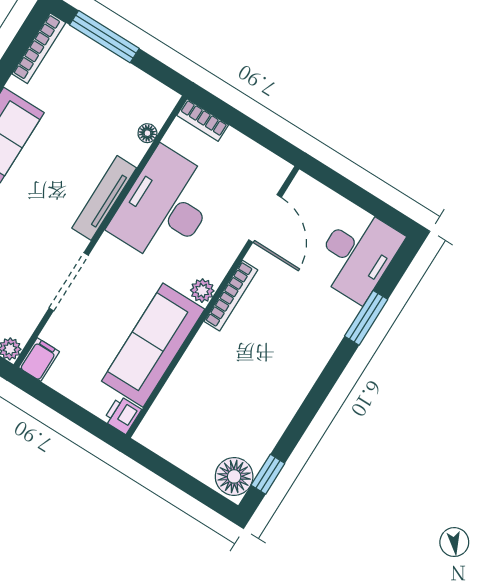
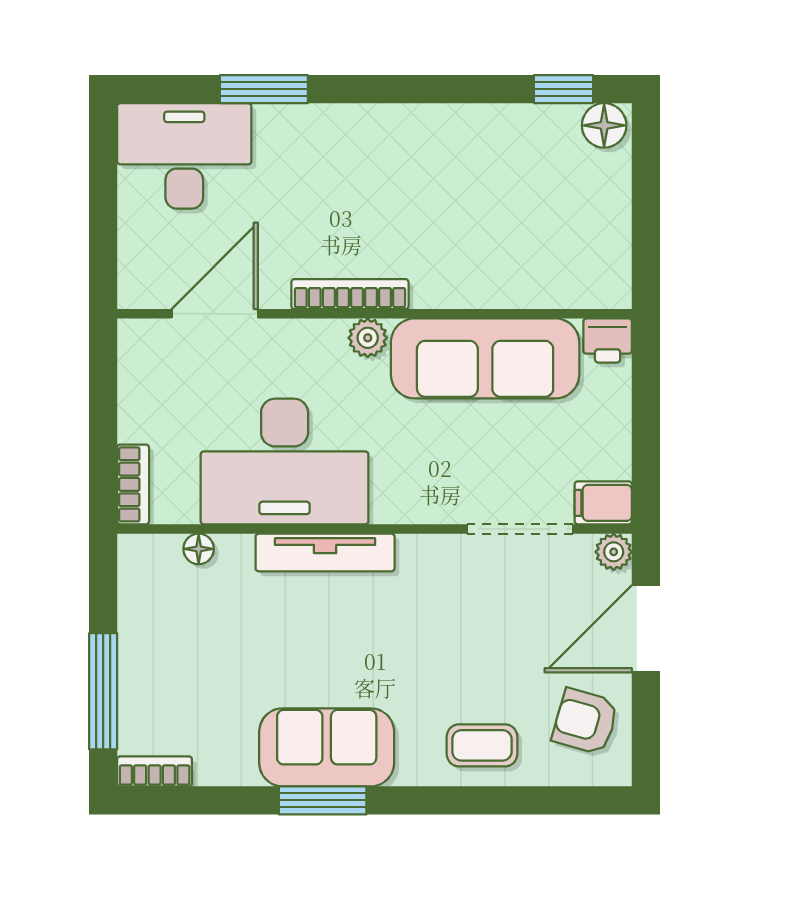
bookcase: (39, 48) -> (155, 771), width x0.64
doorway: (69, 282) -> (520, 529), moved
floor lamp: (234, 476) -> (604, 125), width x0.73, depth x0.73

